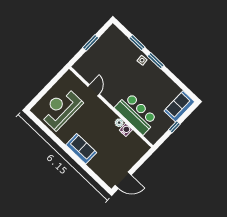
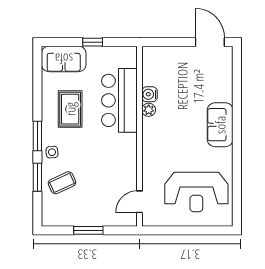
coffee table: (124, 51) -> (62, 183), added
rug: (154, 87) -> (70, 109), added
door: (94, 90) -> (140, 202), moved

